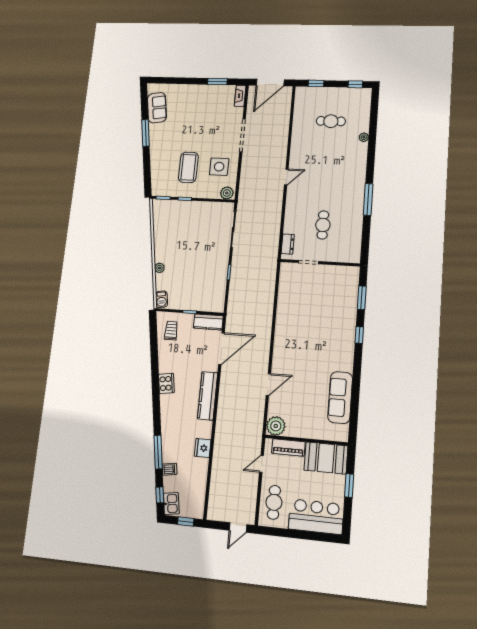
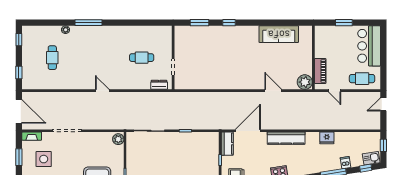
side table: (219, 167) -> (44, 159), moved
window: (368, 199) -> (89, 23), moved
door: (222, 348) -> (248, 131), hinge flipped
booth: (326, 458) -> (325, 42), removed
door: (238, 527) -> (383, 104), swing flipped

